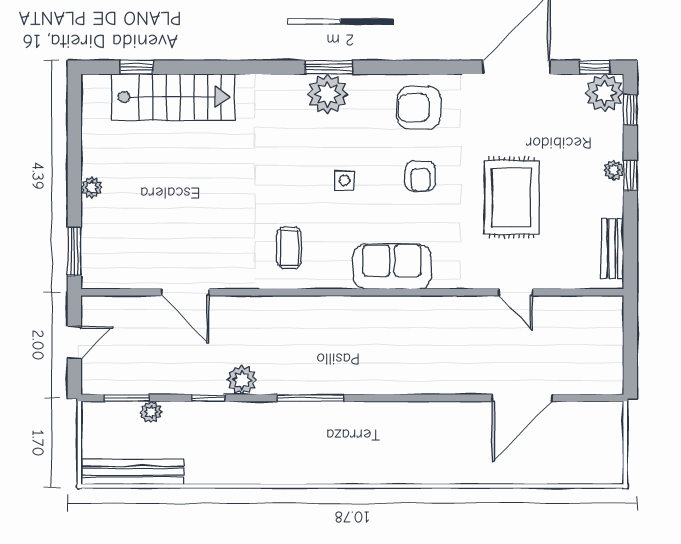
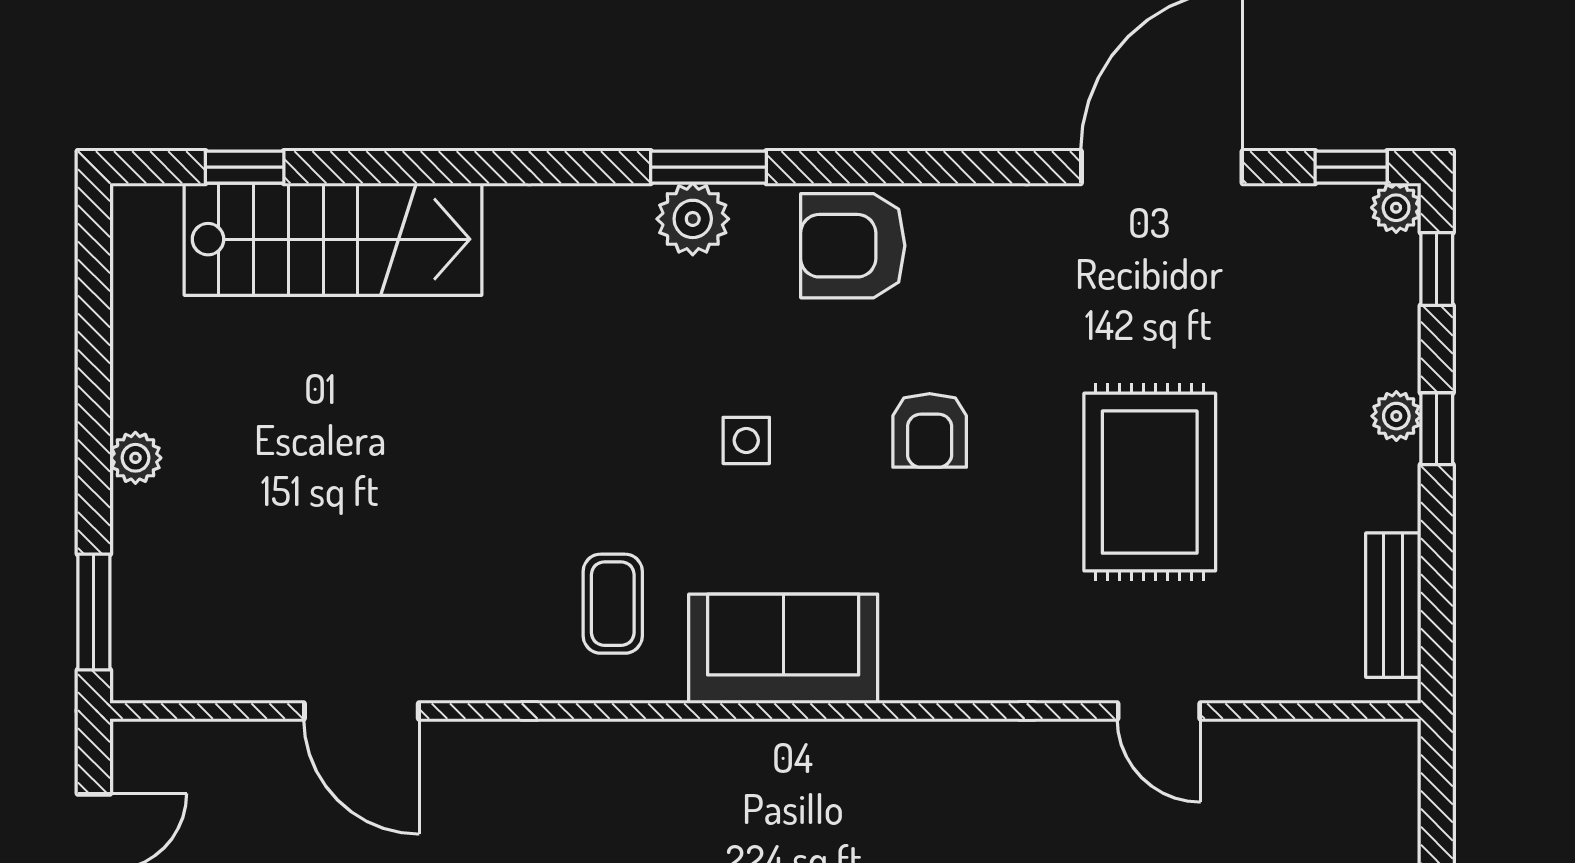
plant: (605, 93) -> (1396, 208), width x0.53, depth x0.53
plant: (328, 94) -> (693, 219), width x0.73, depth x0.73
armchair: (419, 108) -> (853, 246), moved
sofa: (392, 267) -> (783, 649), moved

